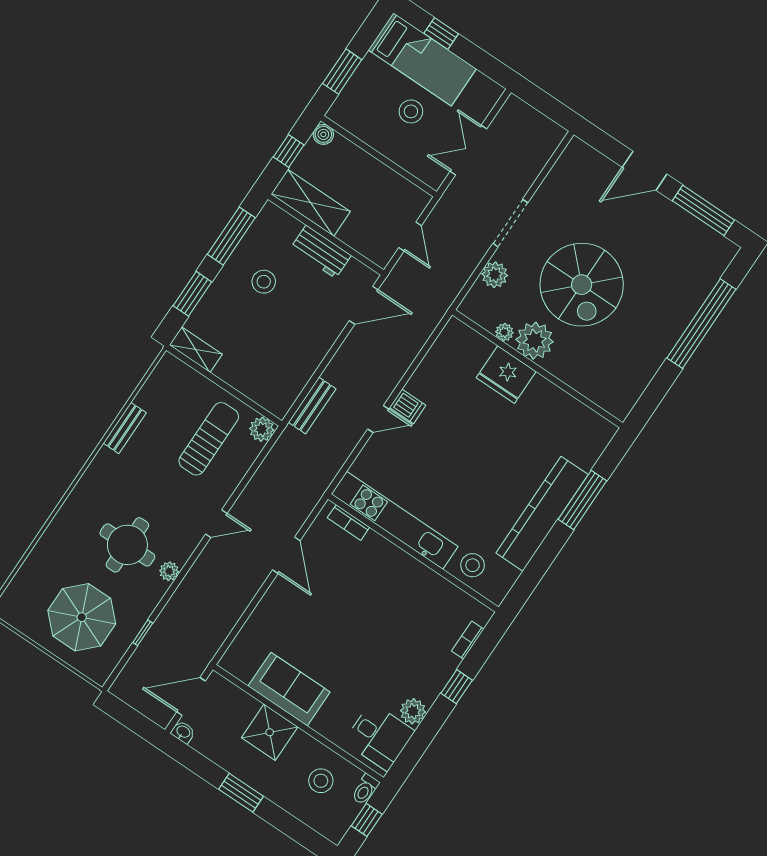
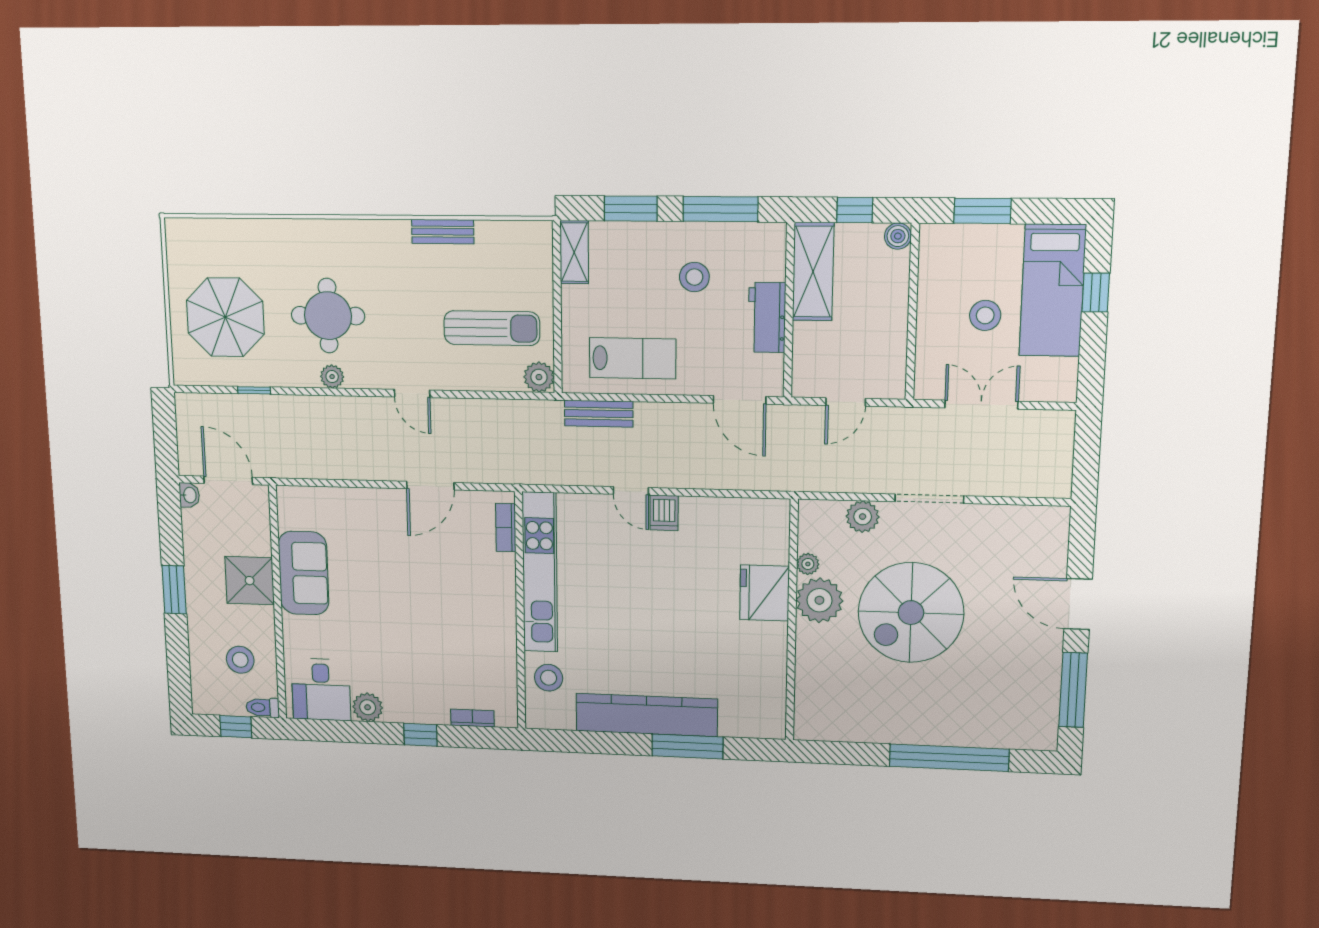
lab bench: (290, 358) -> (633, 358), added

